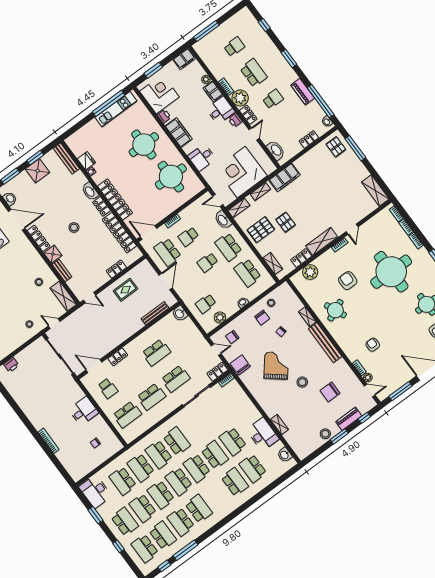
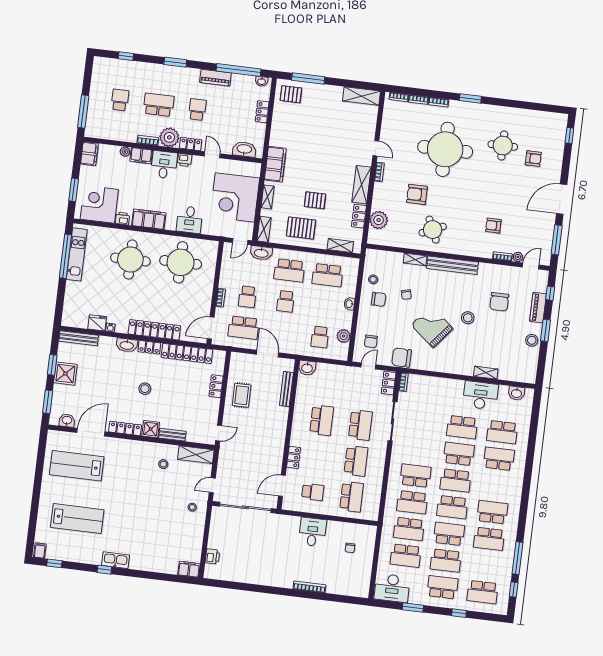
pallet: (261, 230) -> (301, 228), turned 90
school desk: (161, 495) -> (449, 534), turned 180
school desk: (163, 535) -> (486, 565), removed

